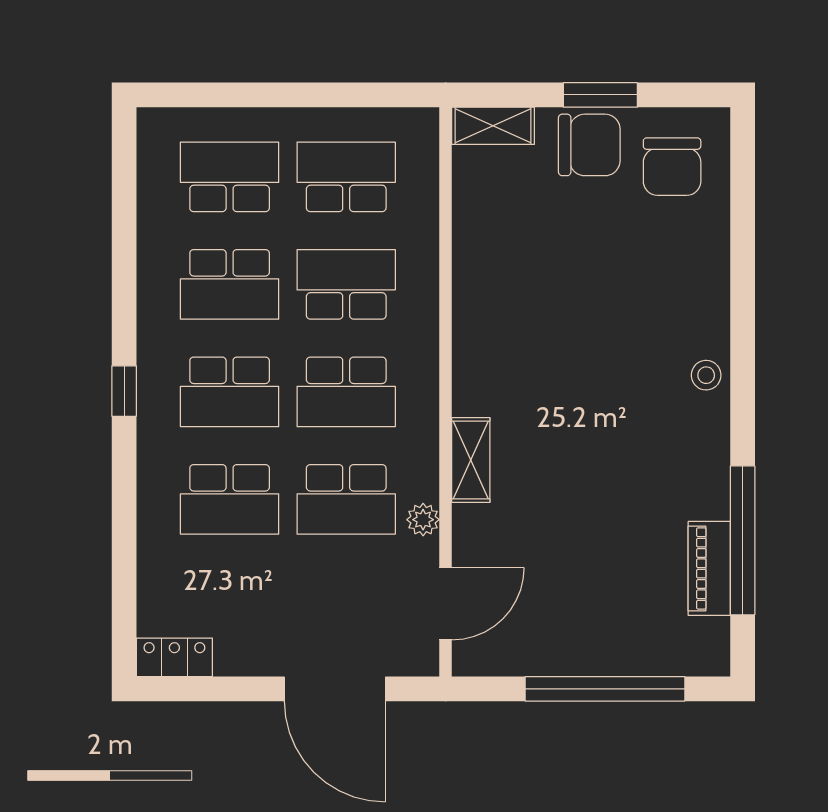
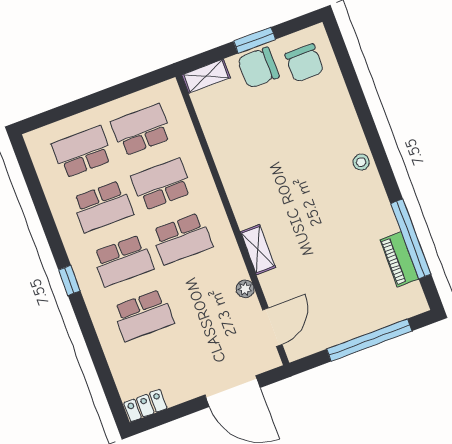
chair: (589, 145) -> (258, 68), turned 180
school desk: (346, 499) -> (202, 293), removed

